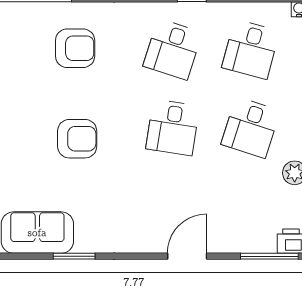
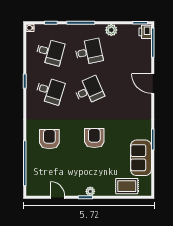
desk: (173, 127) -> (89, 91), turned -33
desk: (251, 127) -> (89, 52), turned -30

